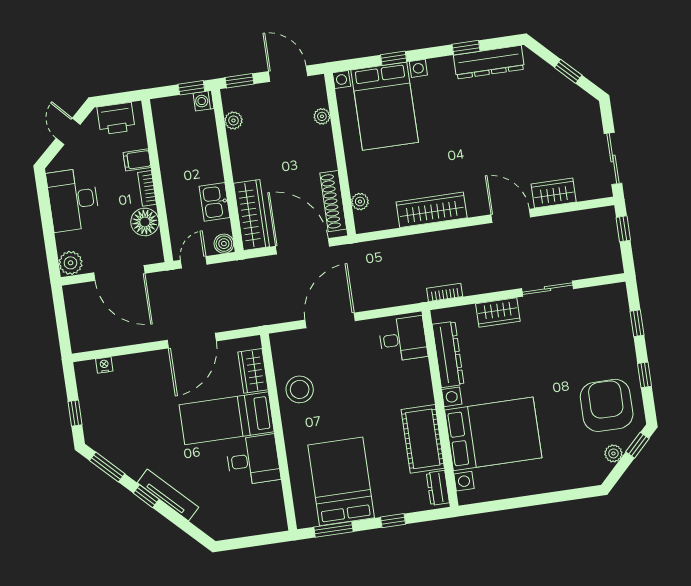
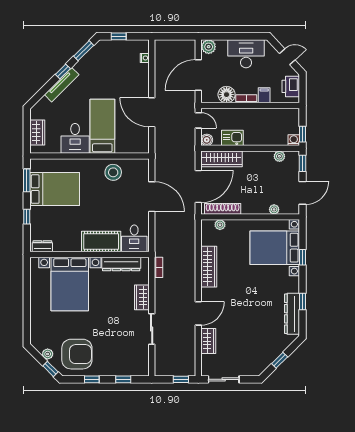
wardrobe: (253, 371) -> (37, 133), moved, turned 90
cot: (423, 439) -> (101, 241), moved

